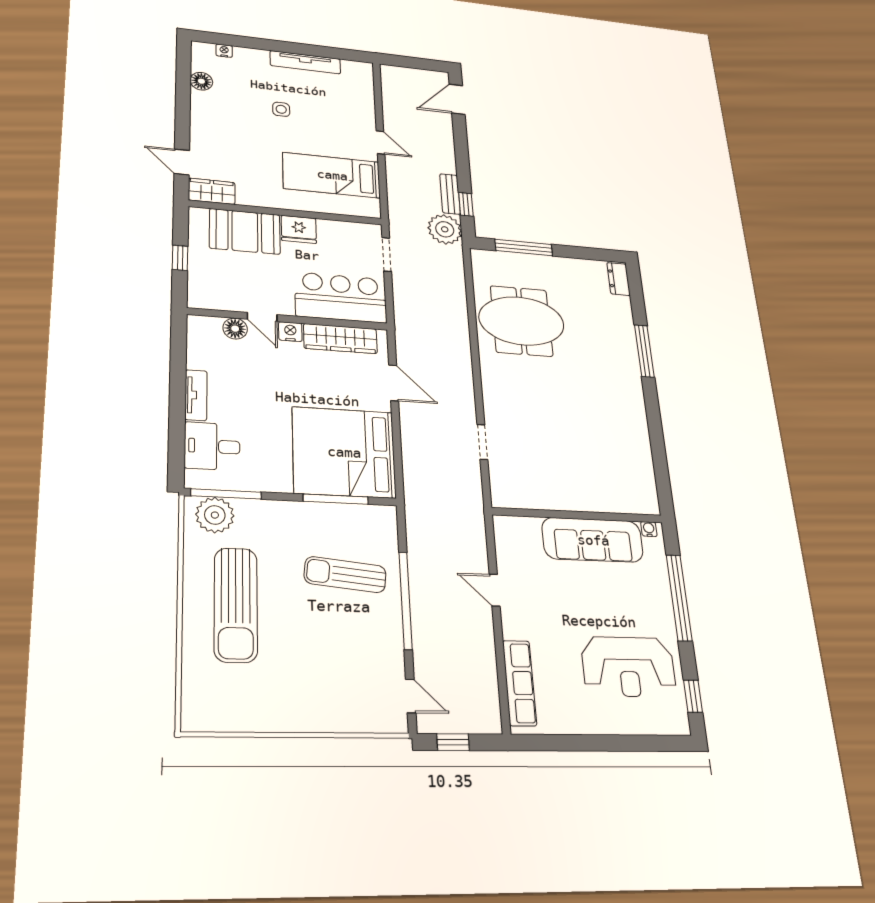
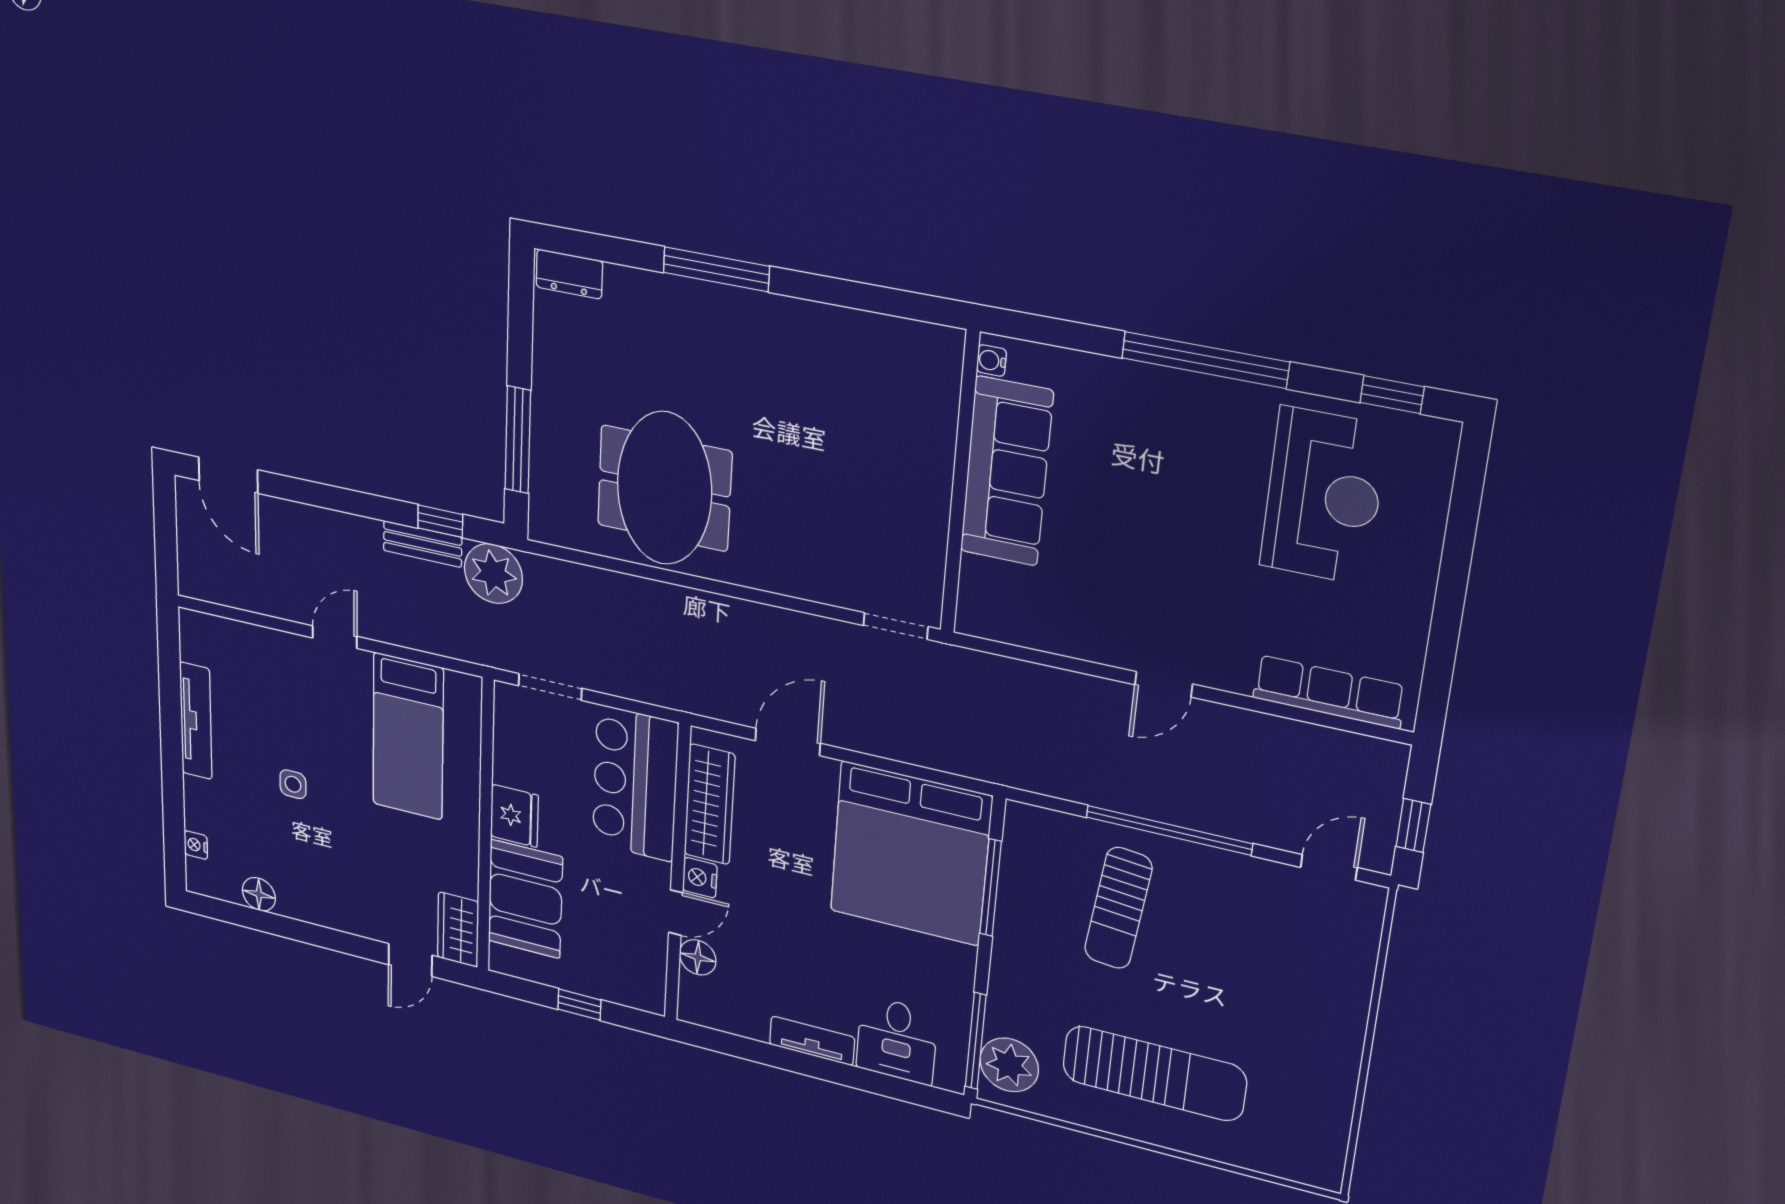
wall: (578, 515) -> (960, 484), moved
water cooler: (649, 529) -> (991, 361), moved
sofa: (593, 540) -> (1007, 472), moved

